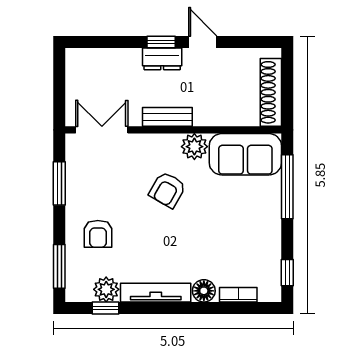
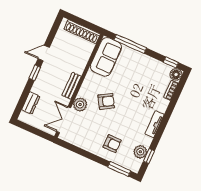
dresser: (162, 59) -> (31, 103), moved
plant: (194, 147) -> (80, 105), moved
window: (59, 183) -> (80, 151), removed
armchair: (167, 190) -> (106, 101), turned -61
floor lamp: (204, 291) -> (176, 74), moved
tv unit: (156, 293) -> (155, 124), width x0.71

